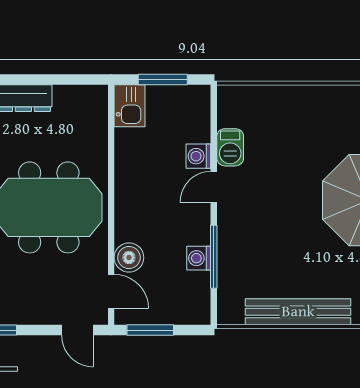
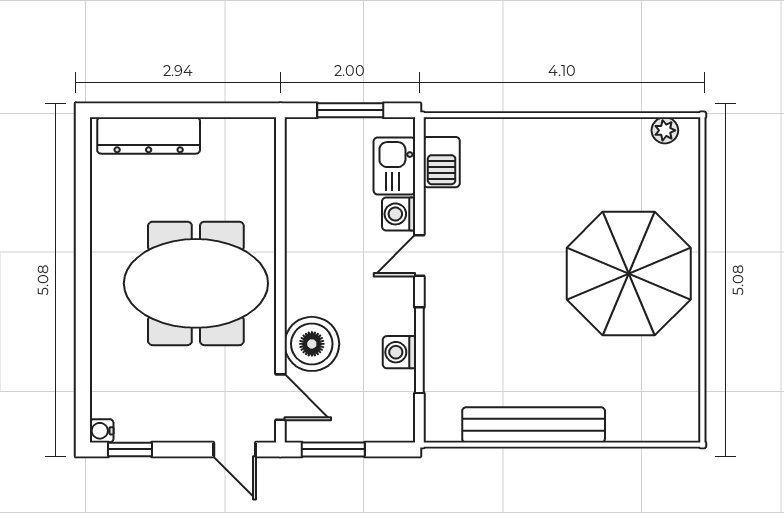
kitchen sink: (130, 106) -> (394, 166), moved, turned 180
barbecue: (230, 147) -> (442, 162), moved
boiler: (129, 258) -> (312, 344), width x1.37, depth x1.37

